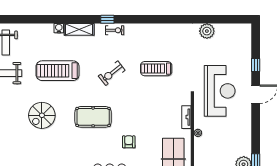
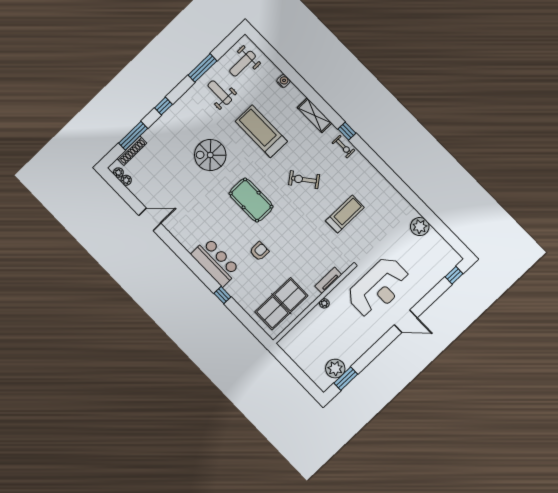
water cooler: (59, 28) -> (283, 81), moved
window: (256, 65) -> (454, 275), moved
treadmill: (156, 69) -> (345, 214), turned 90

